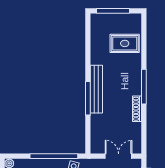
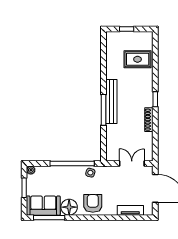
window: (113, 11) -> (127, 29), width x0.46
window: (144, 87) -> (155, 99), width x0.46

